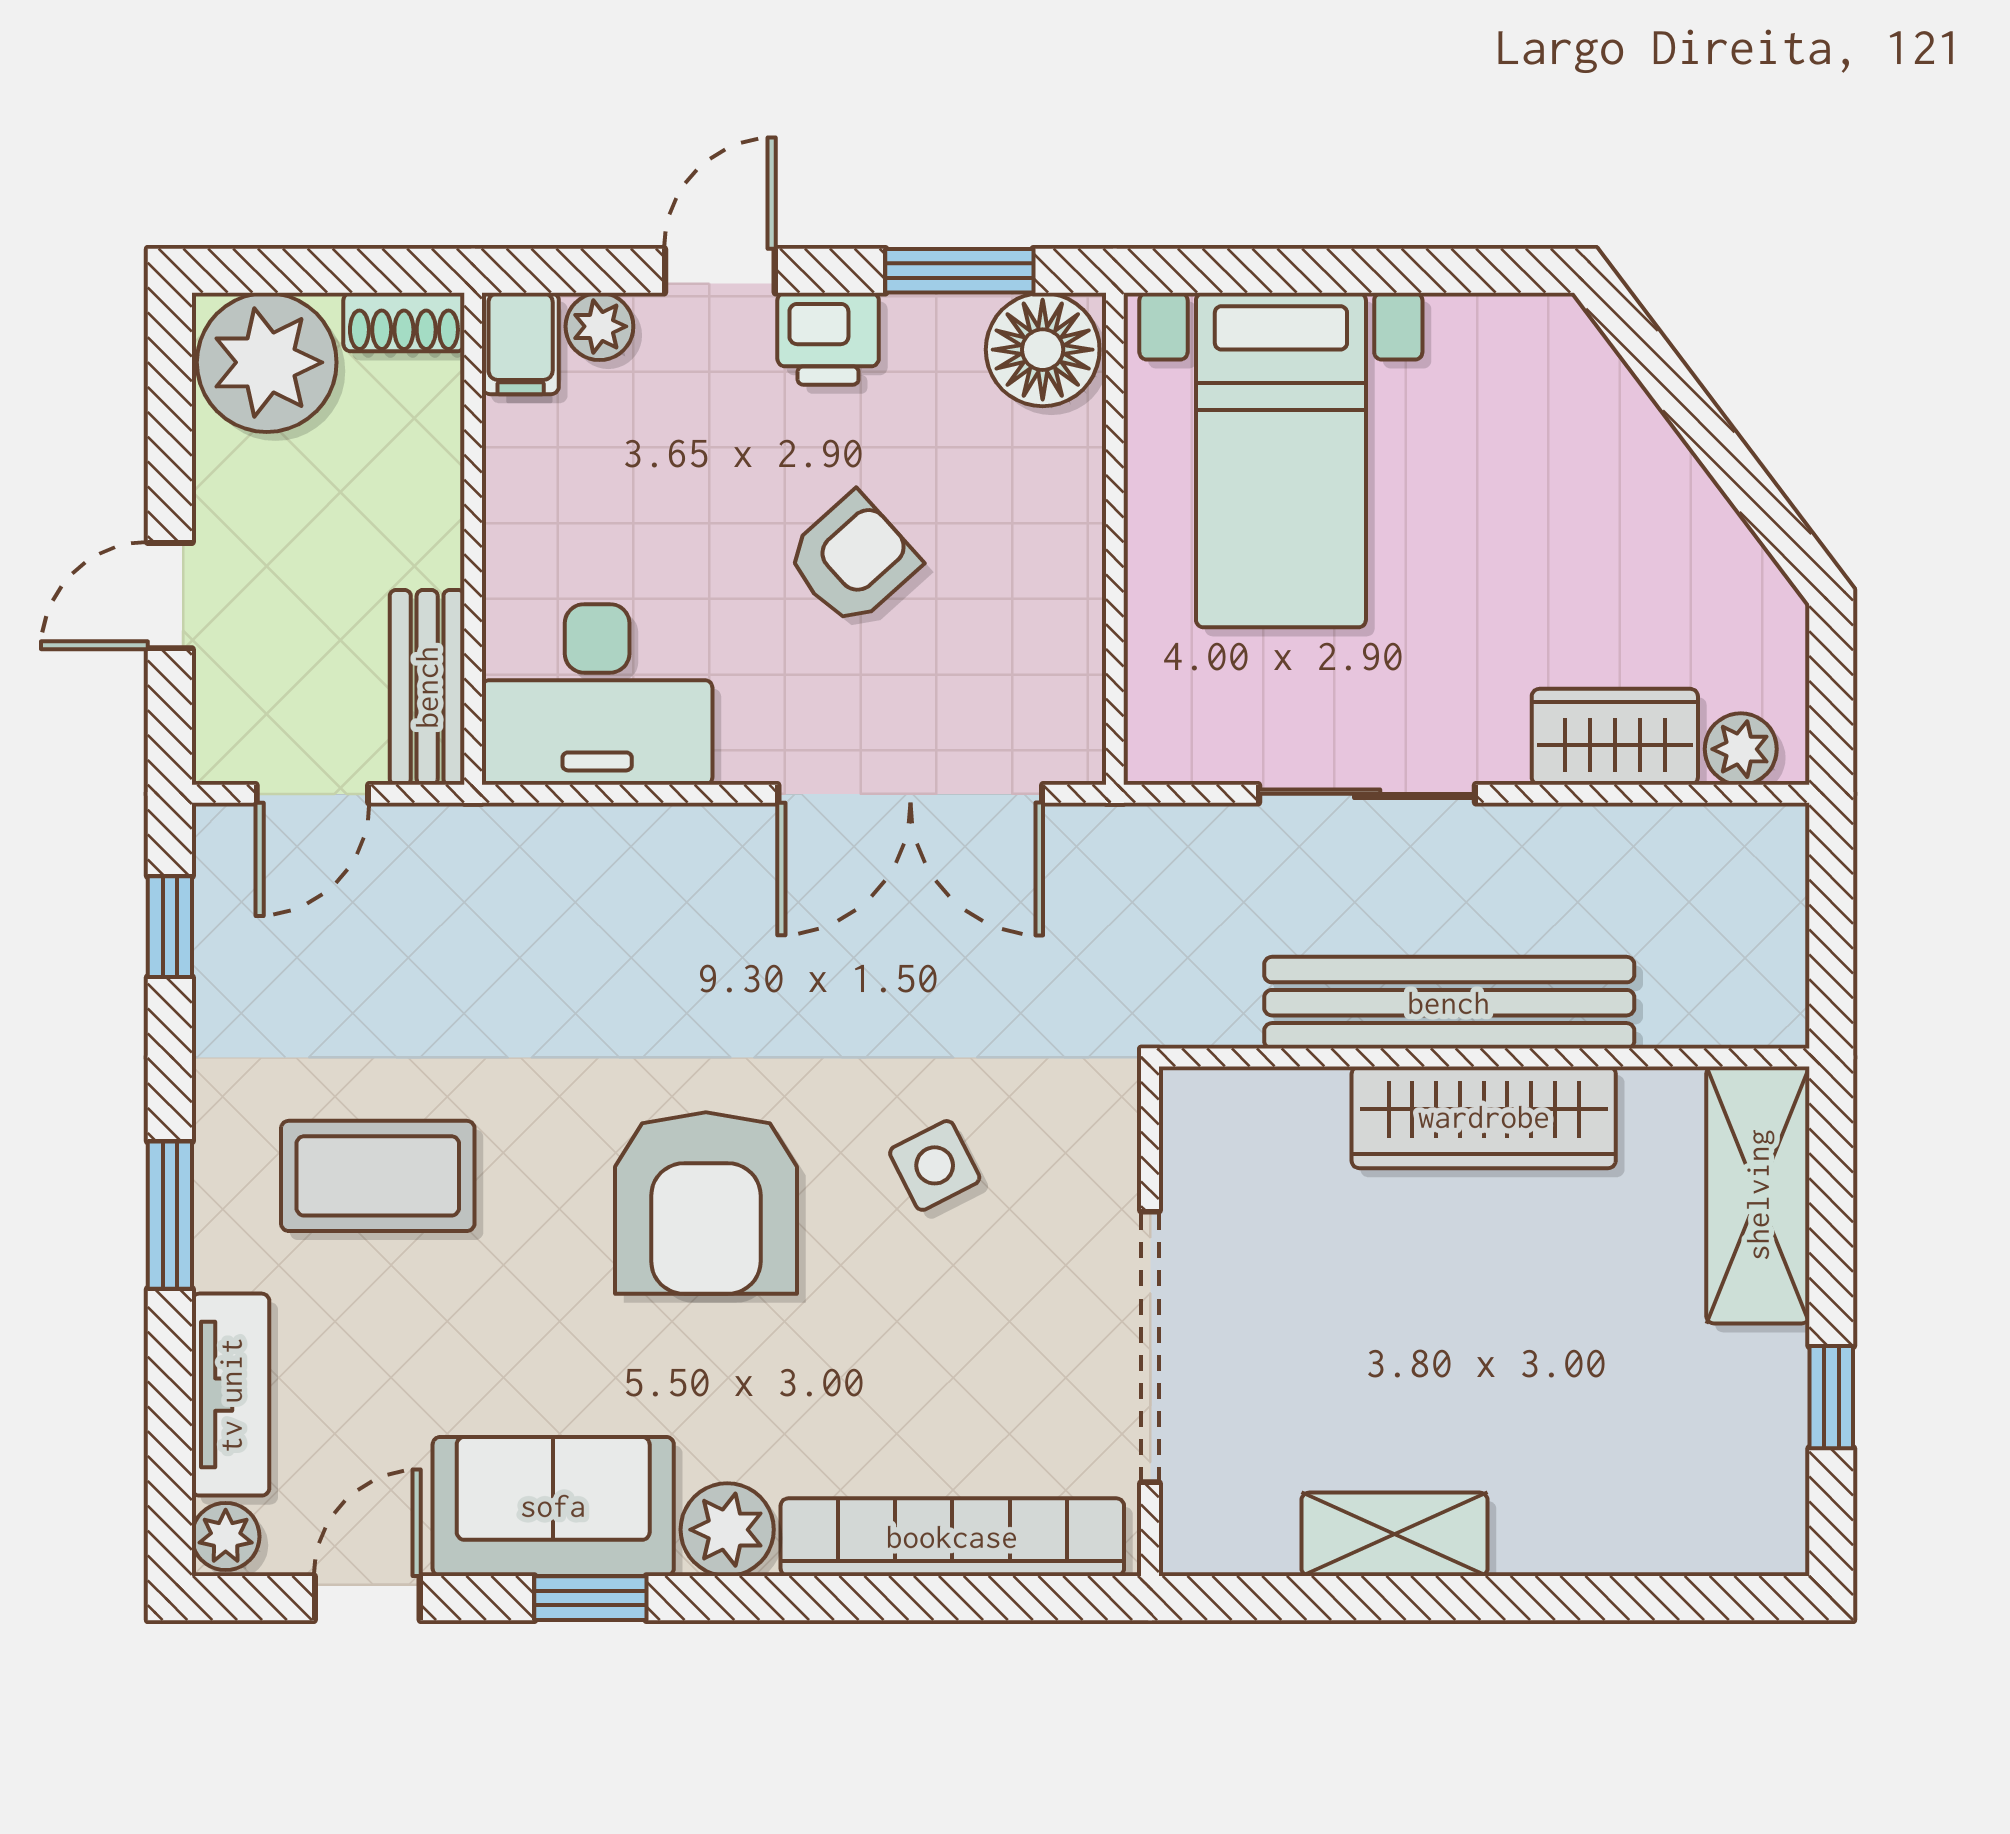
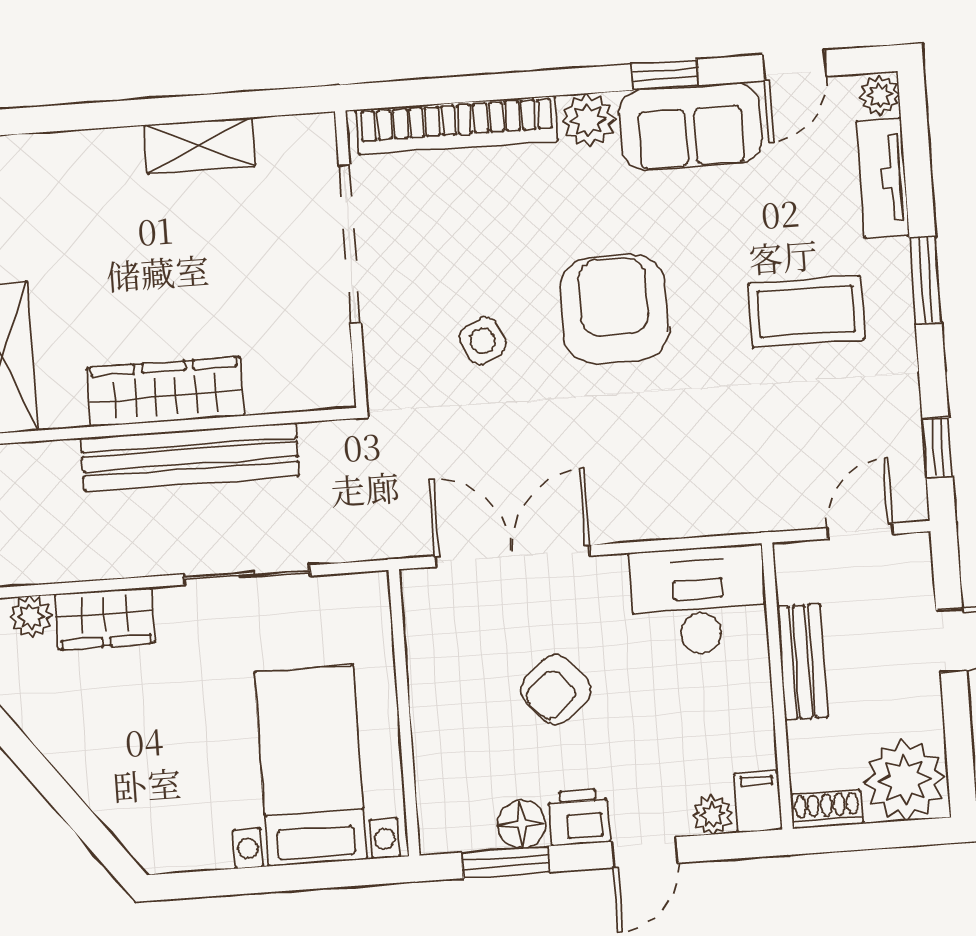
floor lamp: (1043, 350) -> (522, 824), moved, width x0.73, depth x0.73
bench: (427, 687) -> (802, 662), moved

